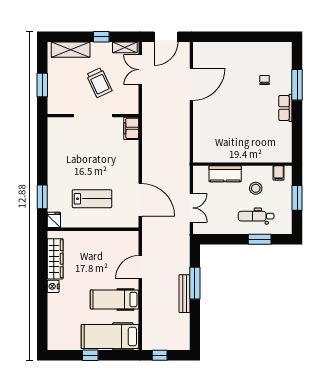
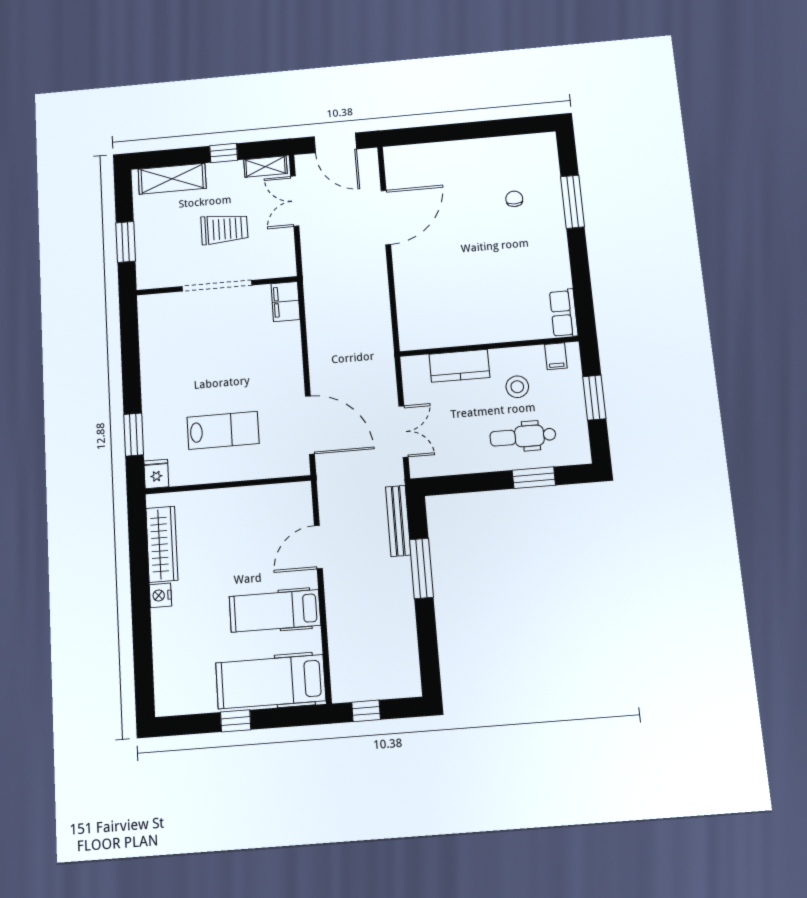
door: (166, 37) -> (335, 143), hinge flipped
trolley: (99, 83) -> (224, 229), turned -65
row of seats: (285, 108) -> (564, 313), moved
bench: (184, 294) -> (398, 521), moved

